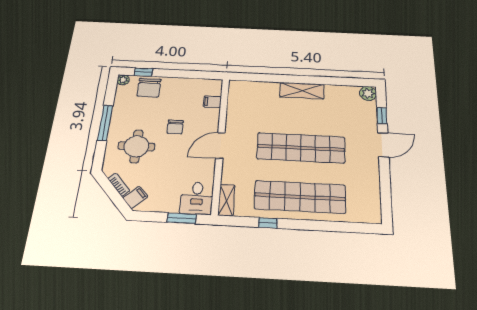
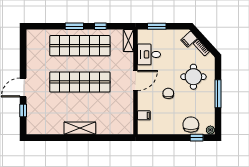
plant: (368, 93) -> (32, 128), removed
desk: (197, 198) -> (149, 54), moved, turned -90
window: (308, 225) -> (74, 26), added

